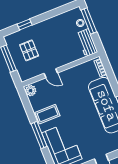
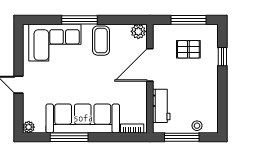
window: (89, 21) -> (182, 137), moved
workbench: (87, 43) -> (161, 106), moved, turned 90
door: (51, 73) -> (150, 65), width x1.87

